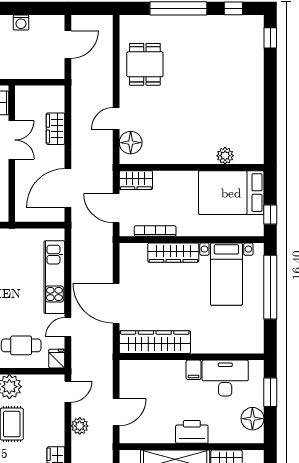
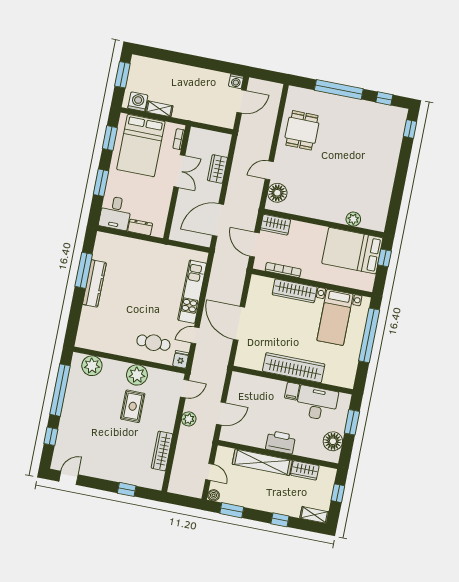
washing machine: (21, 22) -> (236, 81), moved
window: (270, 215) -> (384, 258), moved
wardrobe: (155, 342) -> (294, 368), moved

